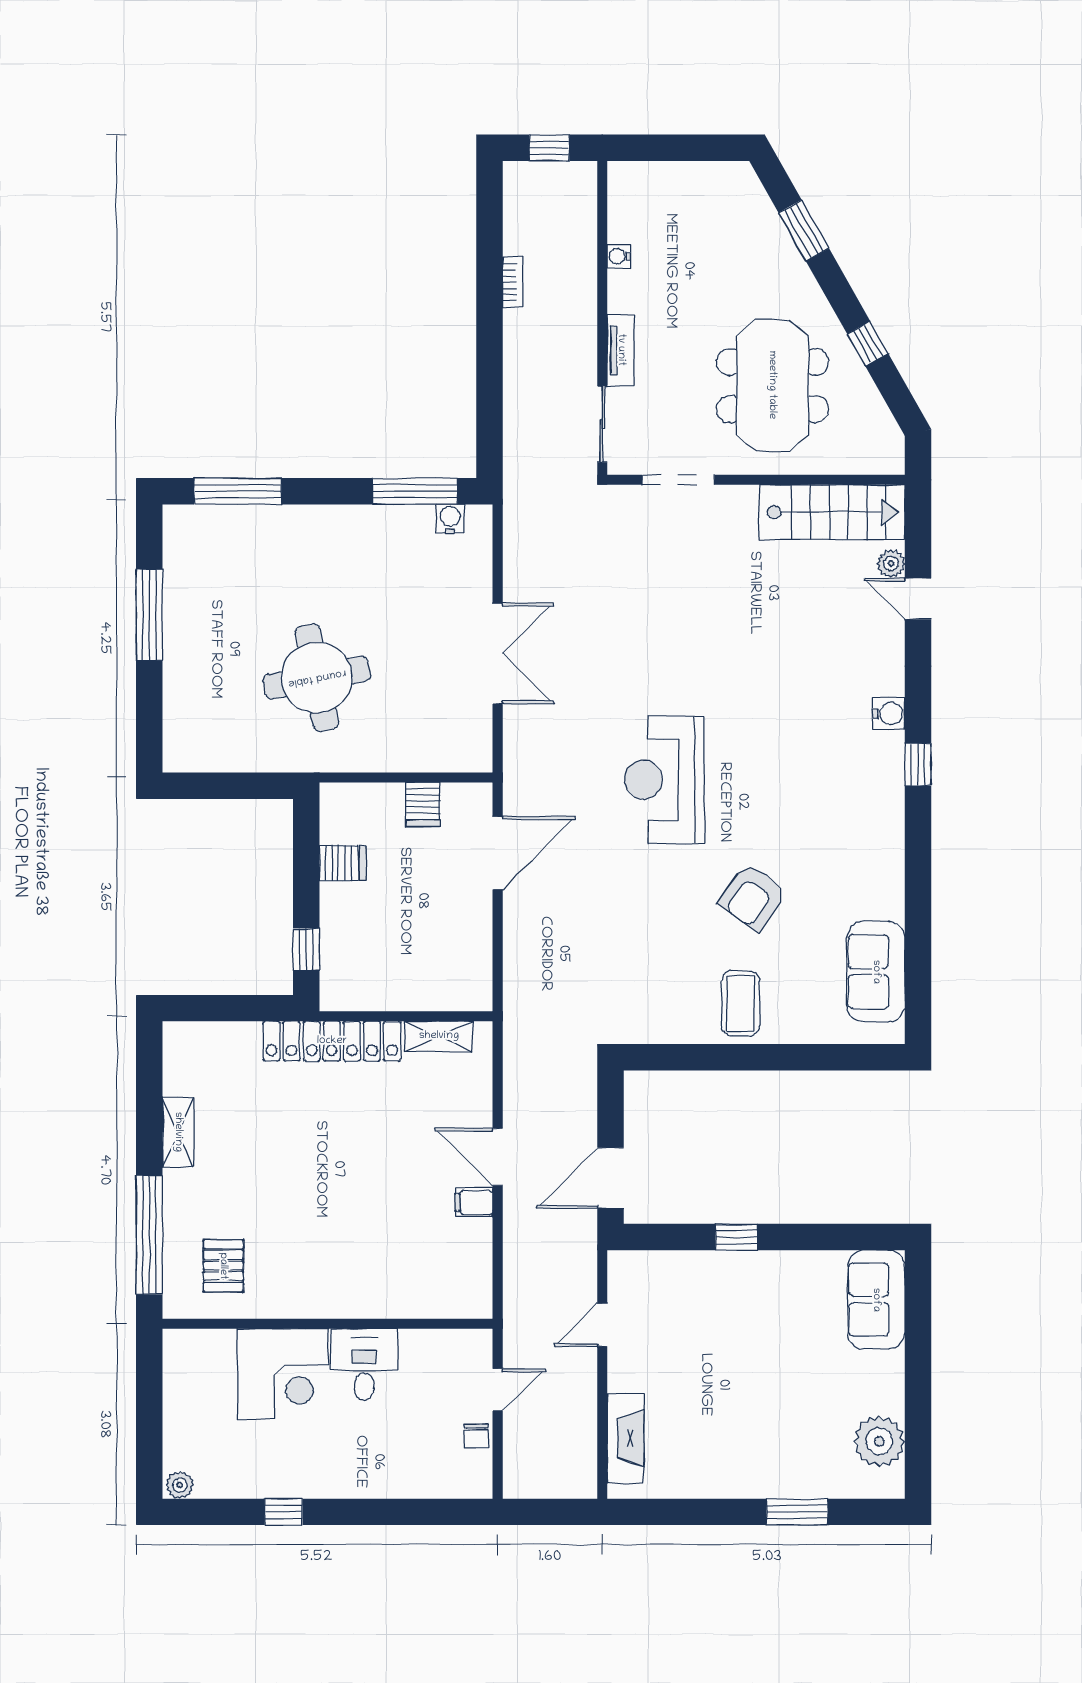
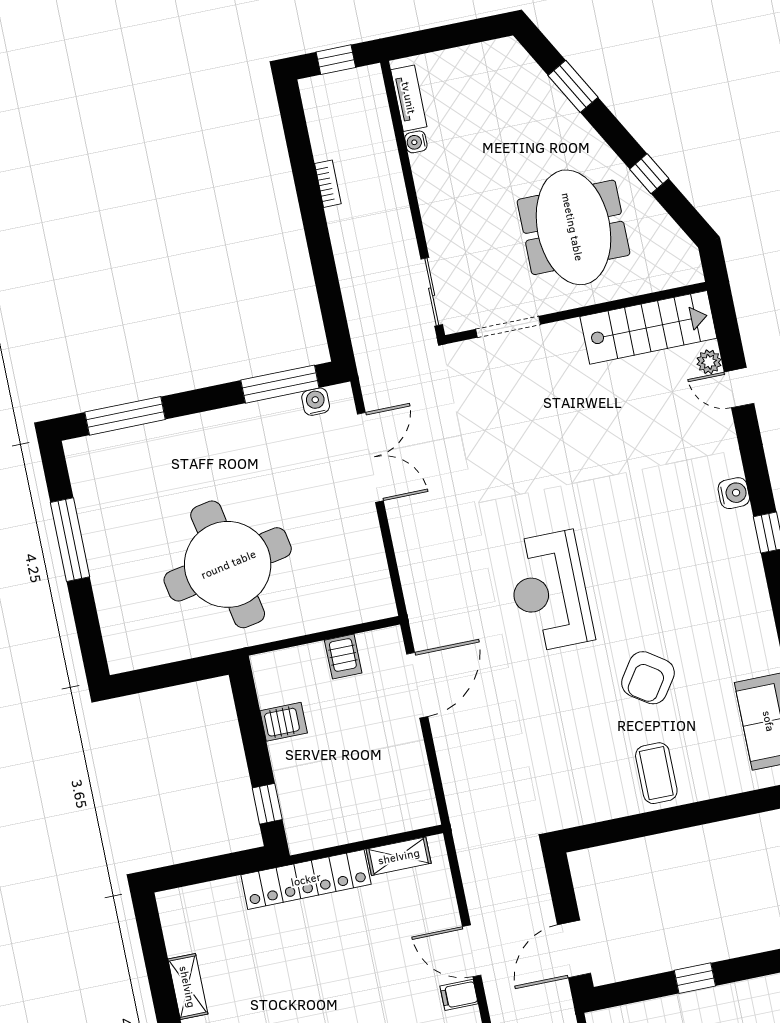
tv unit: (621, 350) -> (409, 98), moved
double door: (498, 654) -> (370, 457), moved
round table: (317, 678) -> (228, 564), width x1.36, depth x1.36

